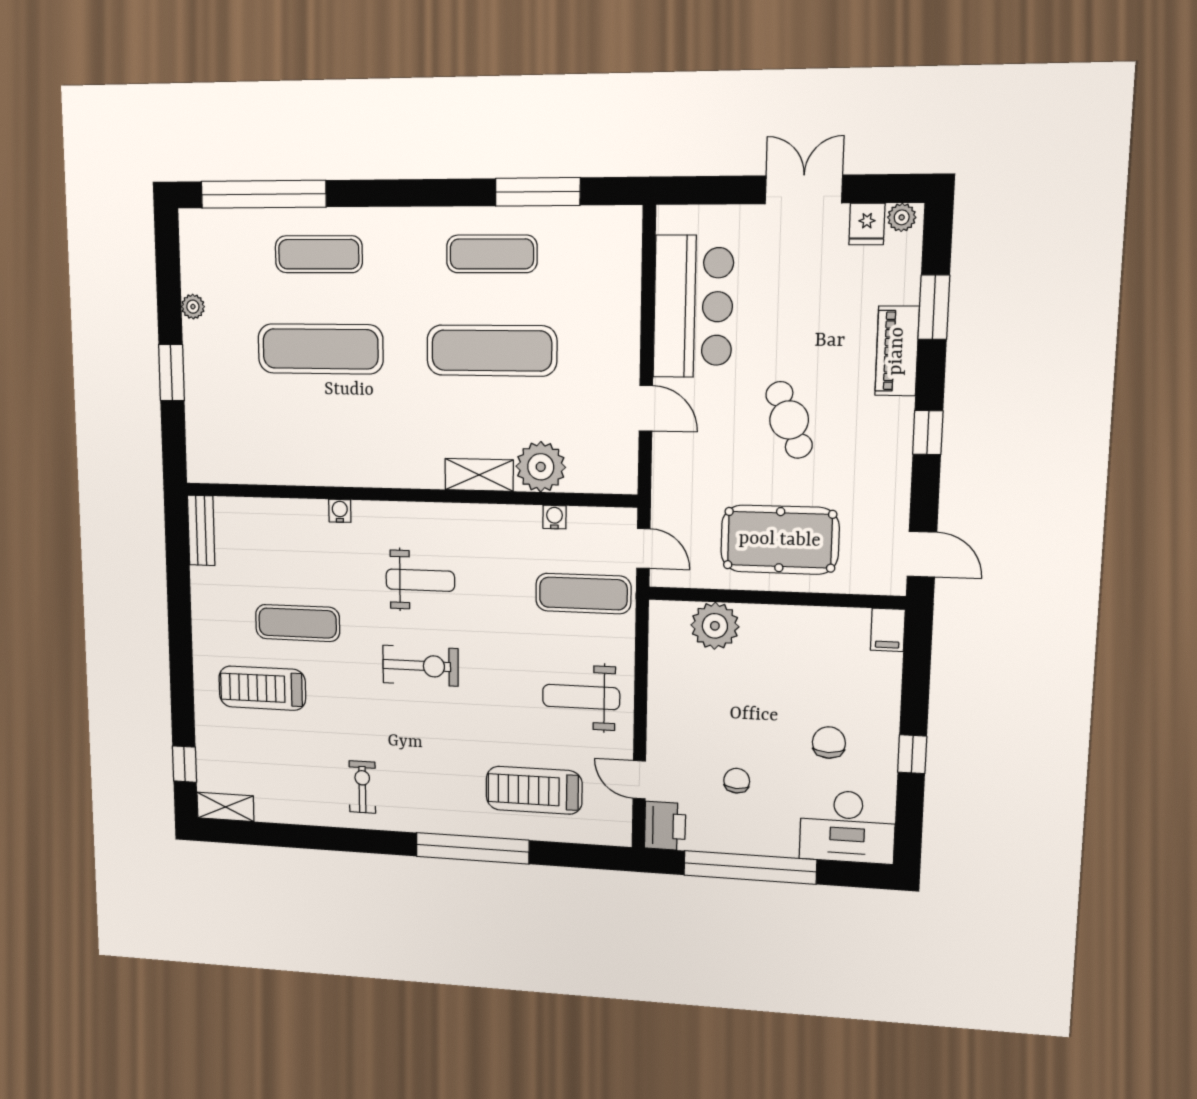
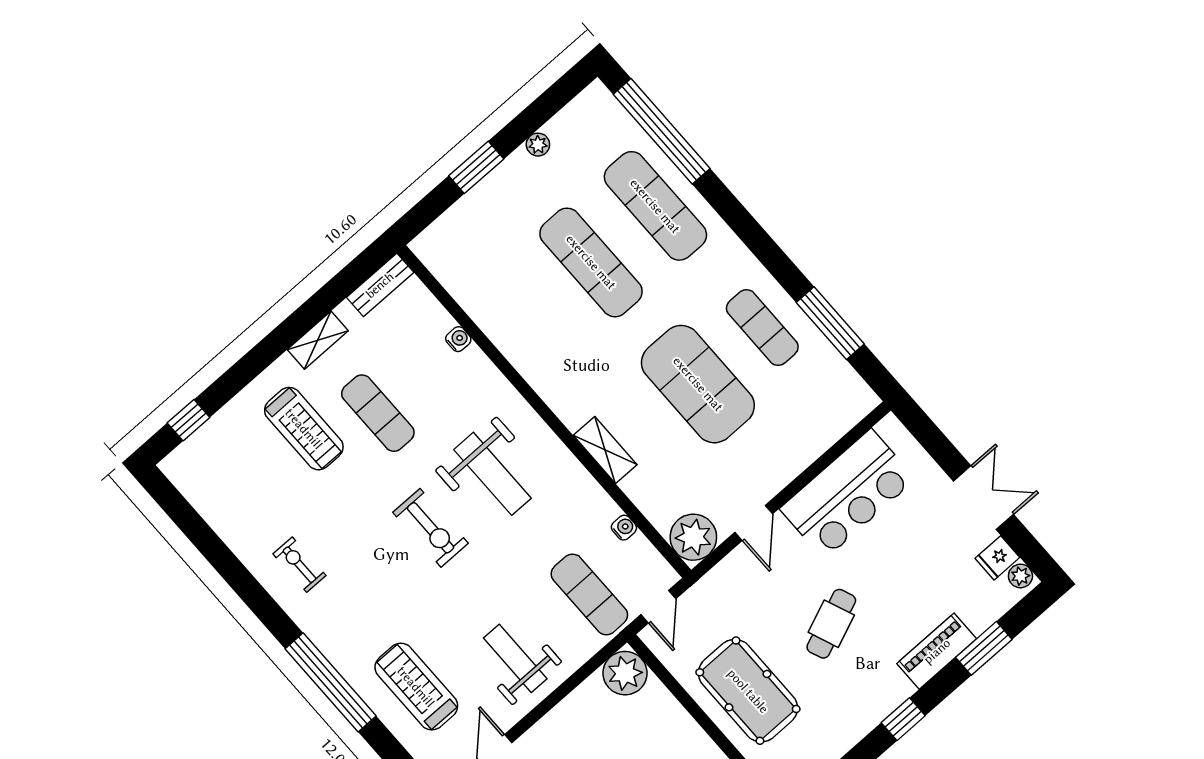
exercise mat: (319, 254) -> (655, 206), width x1.36, depth x1.45
exercise mat: (492, 351) -> (698, 384), width x1.47
plant: (541, 467) -> (693, 537), moved
water cooler: (340, 511) -> (458, 339), moved
weight bench: (420, 580) -> (492, 474), width x1.36, depth x1.33
plant: (715, 626) -> (625, 673), moved
treadmill: (262, 688) -> (304, 429), turned 180
exercise bike: (362, 787) -> (299, 565), turned -90
shelving: (225, 807) -> (318, 340), moved, turned 90

